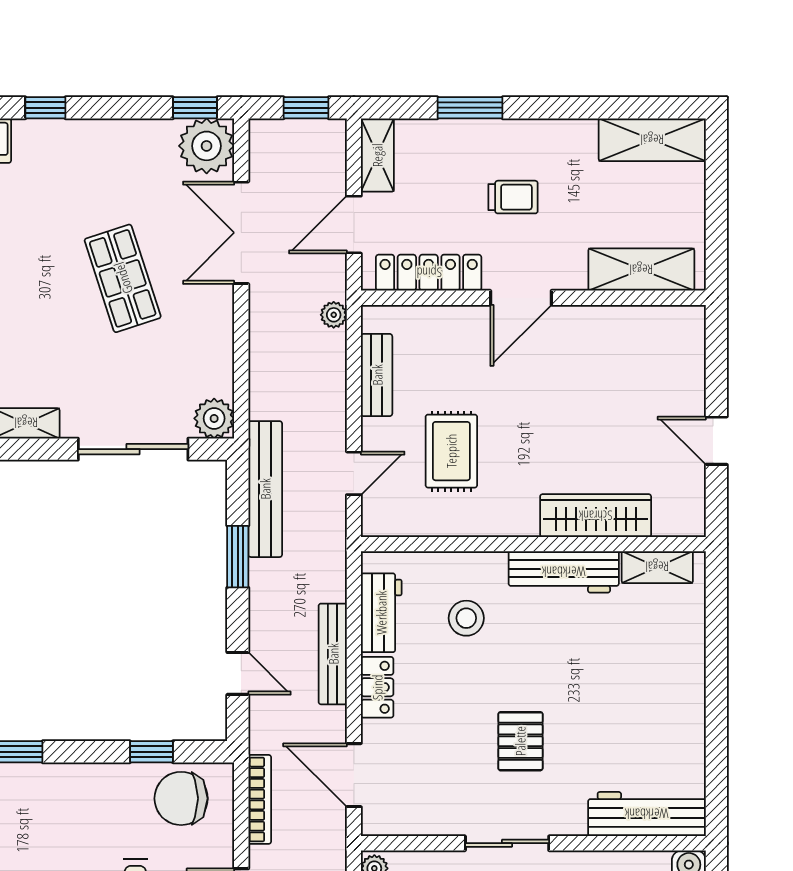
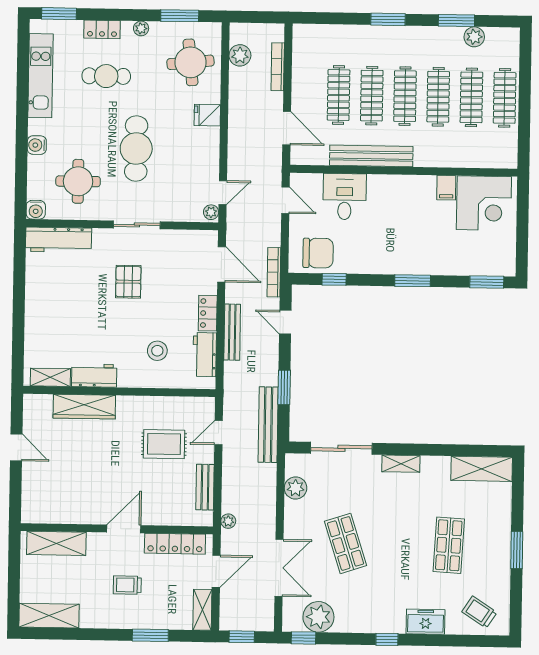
plant: (207, 146) -> (318, 617), moved
plant: (214, 418) -> (296, 488), moved
rug: (451, 451) -> (164, 444), turned 90
workbench: (564, 572) -> (94, 375), width x0.73
bookcase: (260, 799) -> (274, 272), moved

